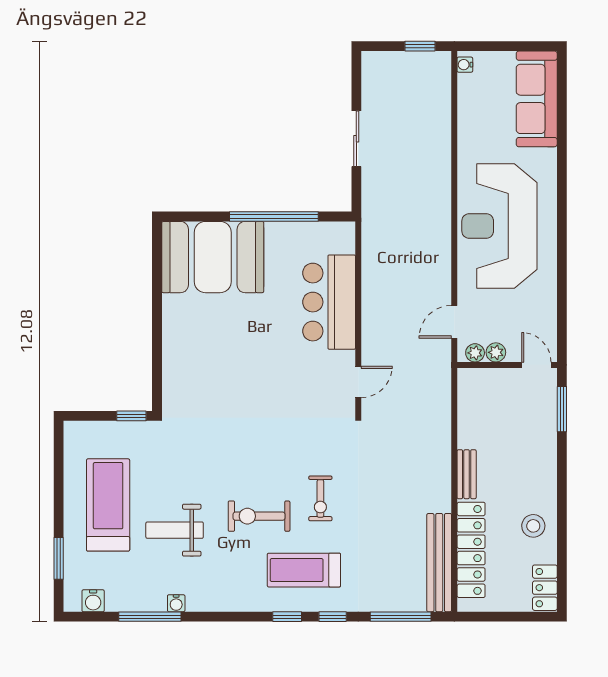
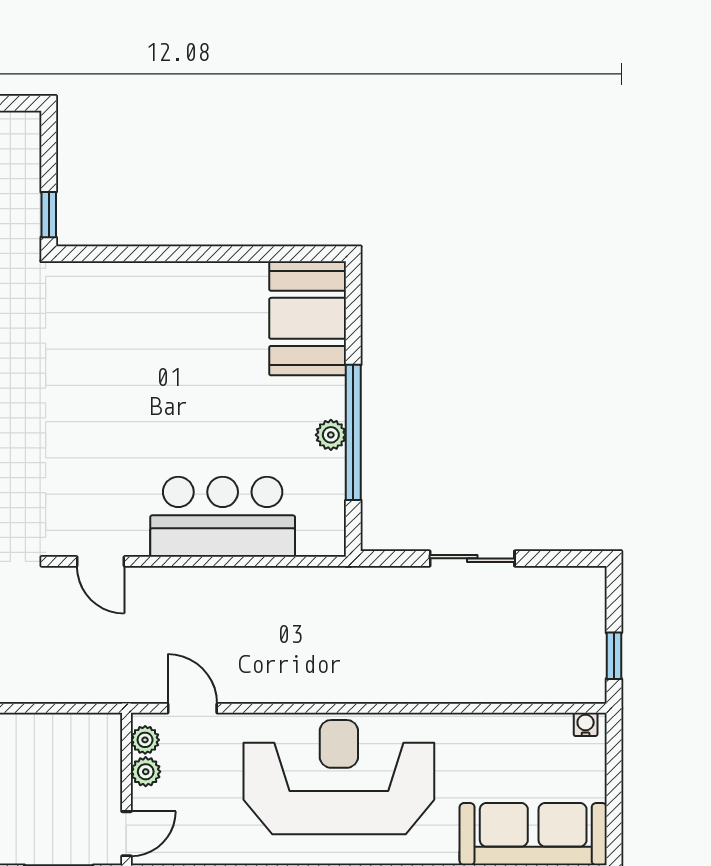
plant: (275, 231) -> (331, 435), added
booth: (213, 257) -> (308, 318), width x0.73, depth x0.70

